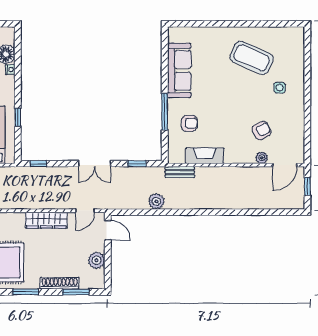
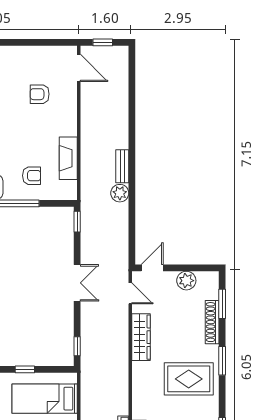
armchair: (189, 123) -> (32, 176), turned 90
armchair: (261, 130) -> (40, 94), turned -62
plant: (262, 158) -> (71, 94), removed
window: (137, 164) -> (77, 222), moved
bench: (180, 172) -> (122, 166), moved
plant: (156, 201) -> (120, 193), moved

